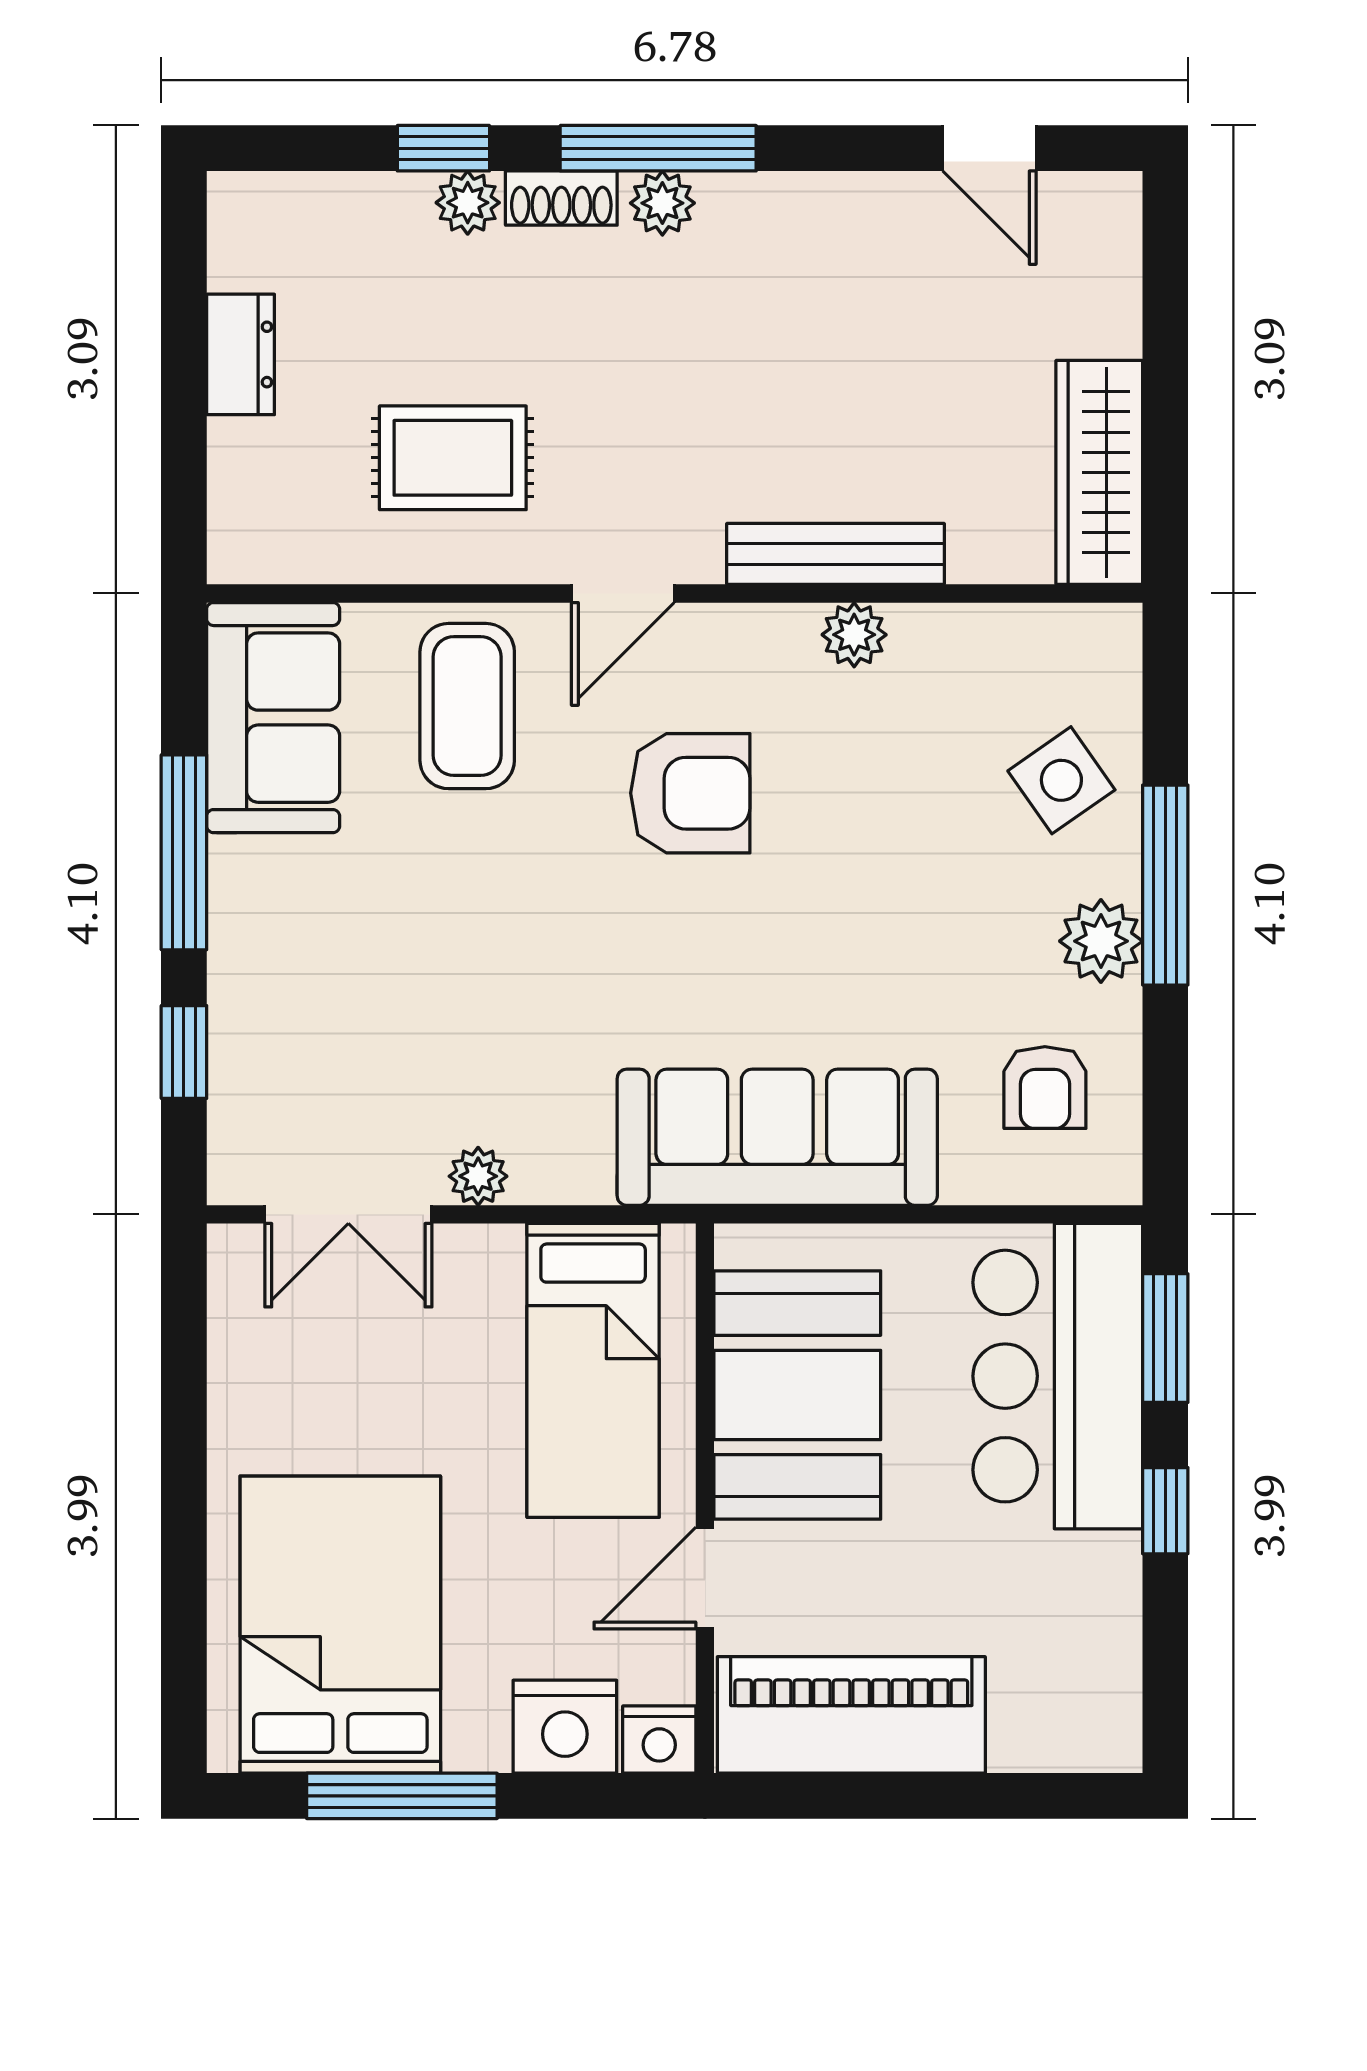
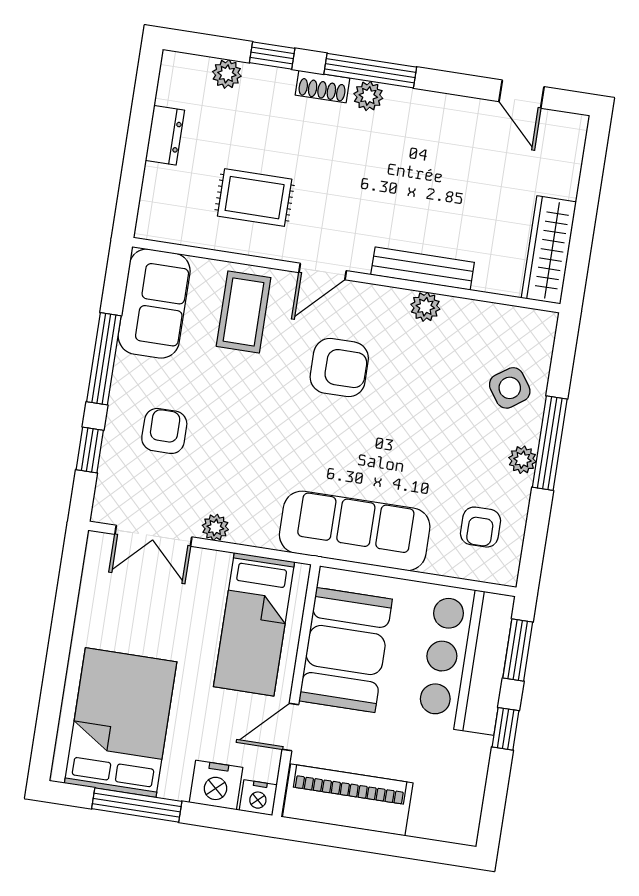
plant: (468, 203) -> (227, 74), moved
plant: (1101, 941) -> (522, 460), width x0.73, depth x0.73
armchair: (337, 987) -> (164, 431), added

